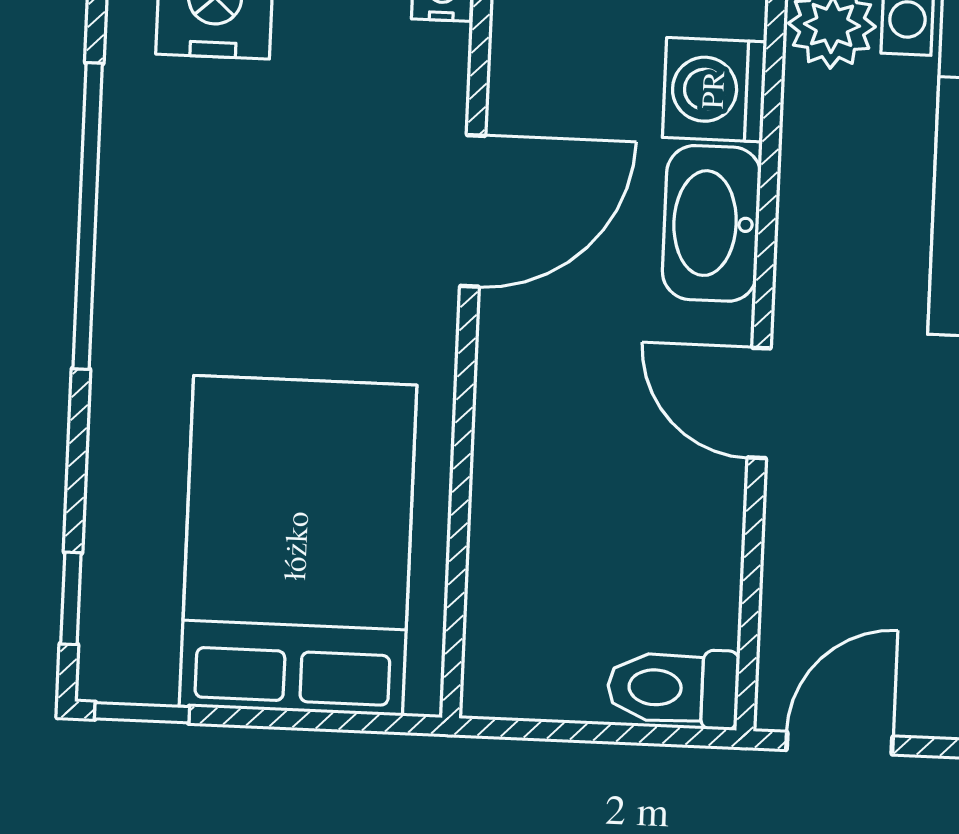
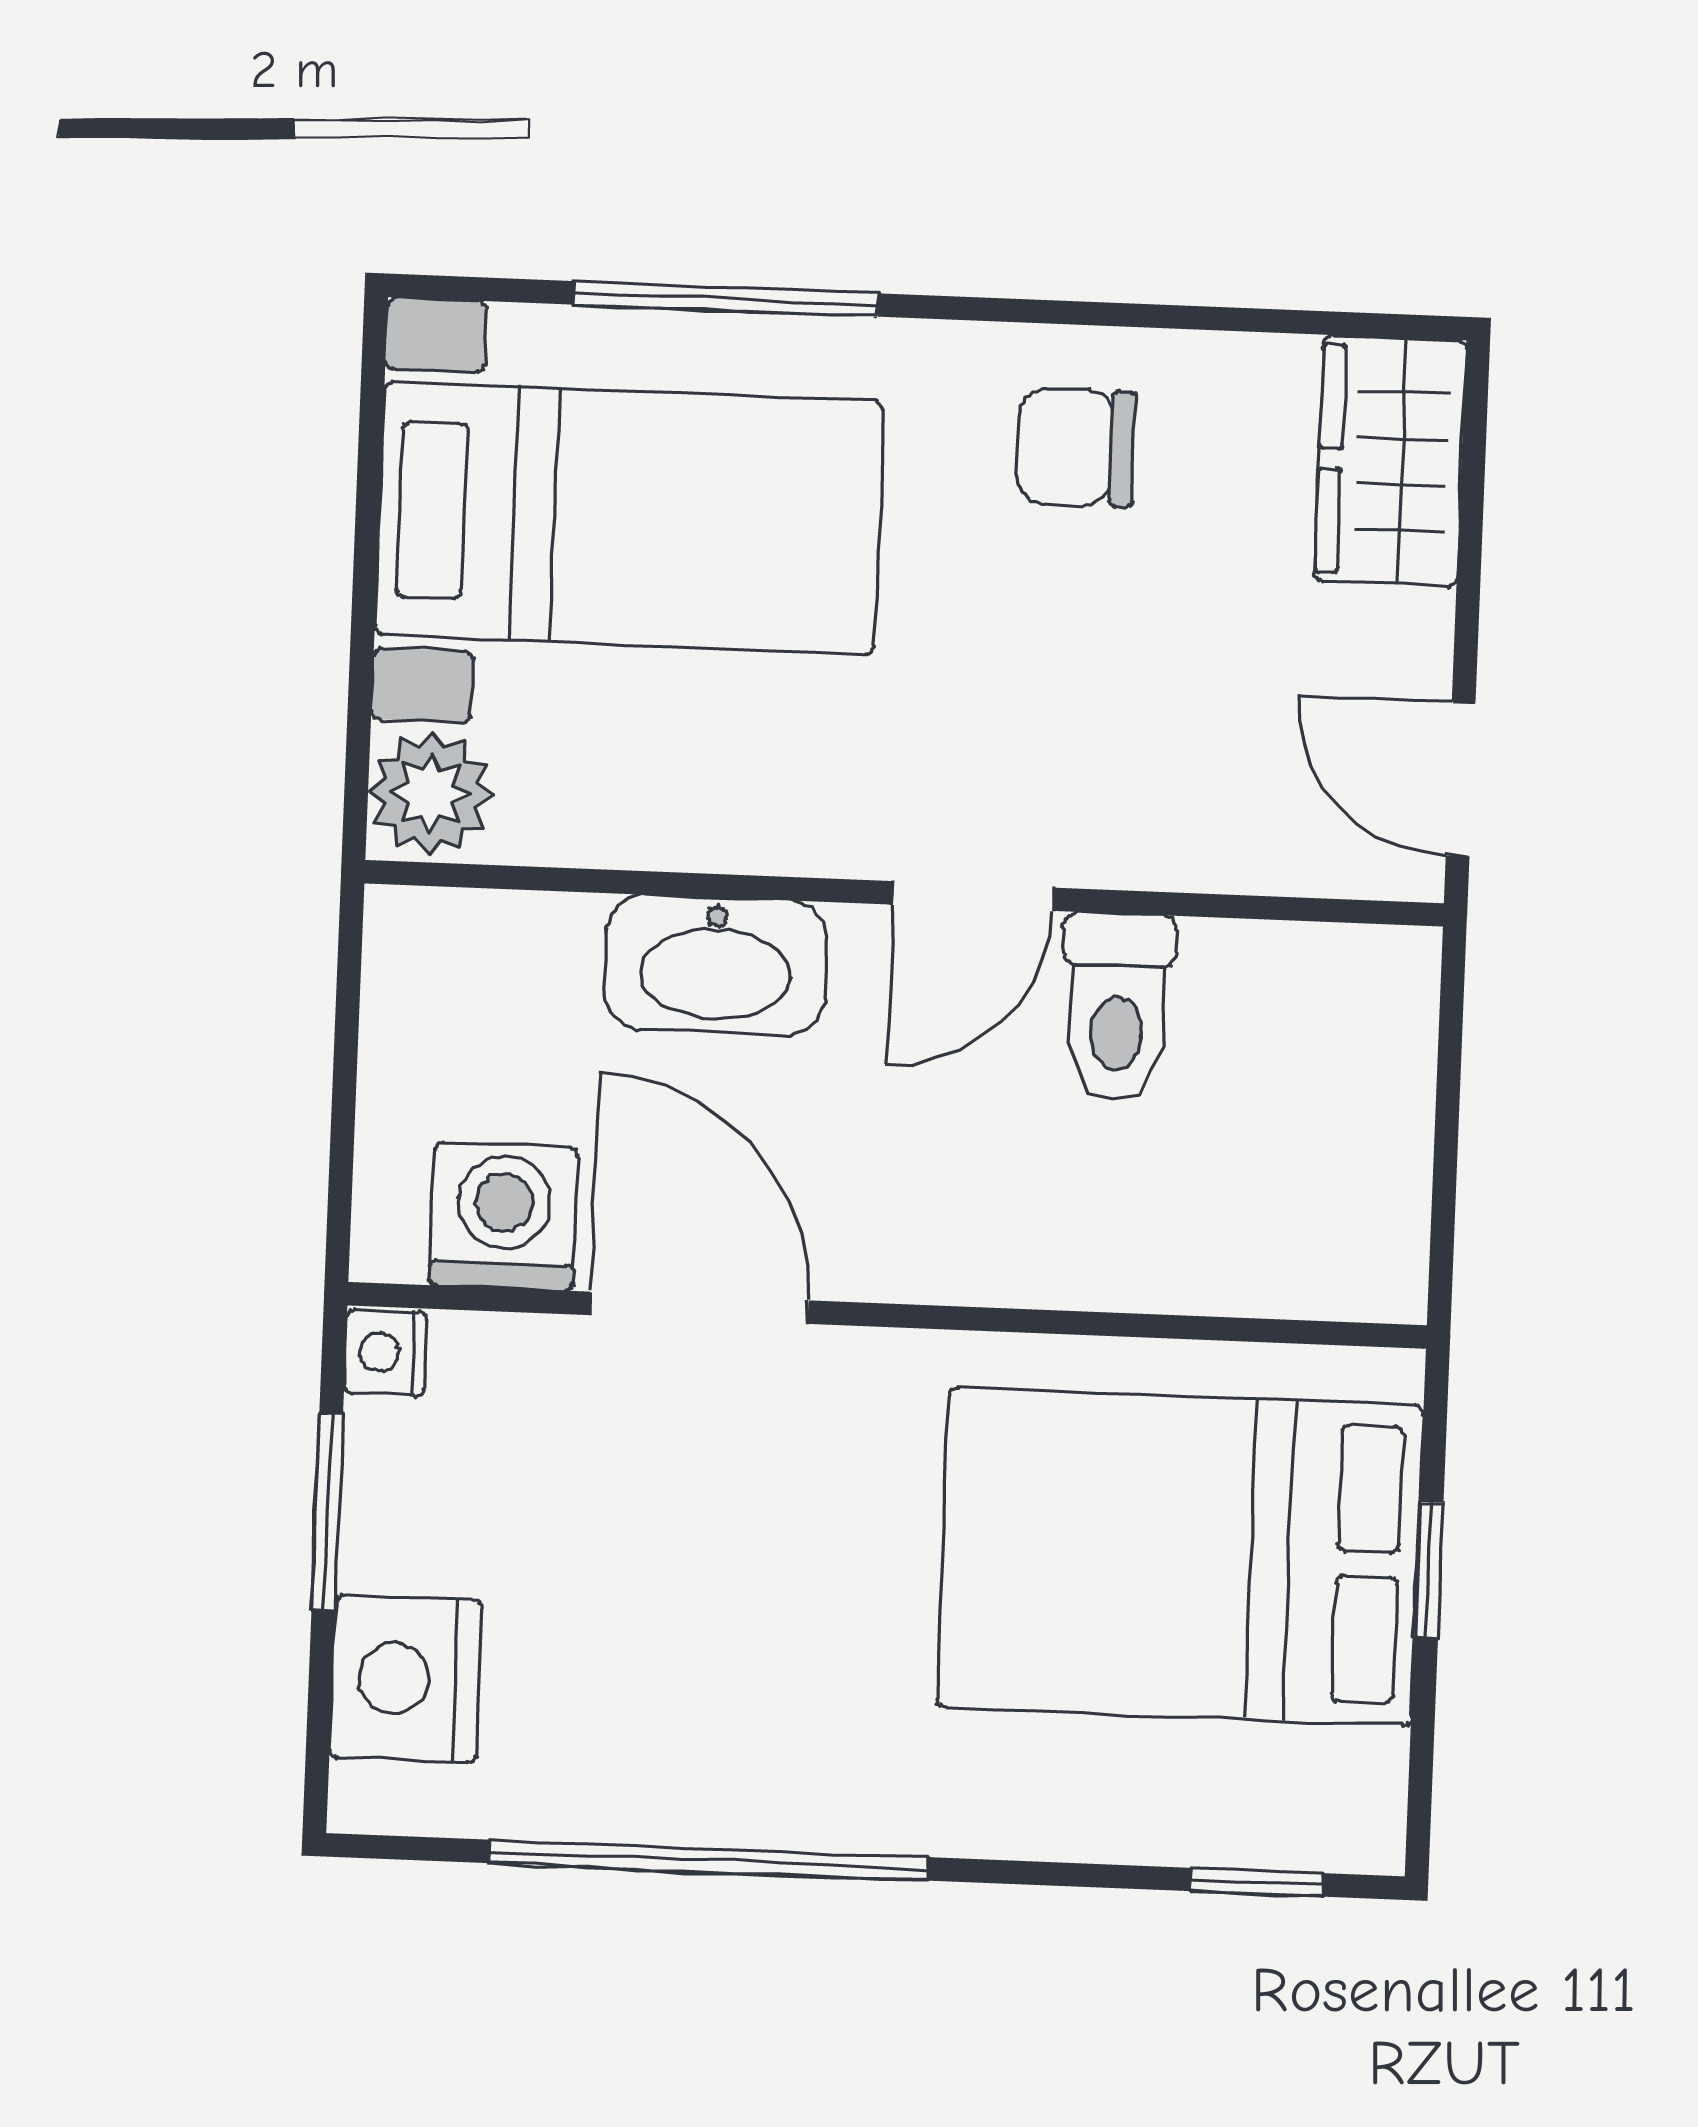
washing machine: (715, 90) -> (504, 1216), moved, turned 180
toilet: (673, 688) -> (1117, 1007), moved
window: (142, 713) -> (1429, 1570), moved

